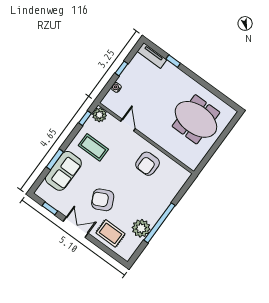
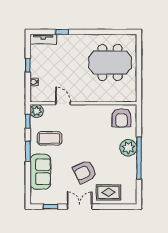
window: (55, 159) -> (28, 151), moved
armchair: (148, 164) -> (121, 118), moved
plant: (141, 228) -> (128, 148), moved

